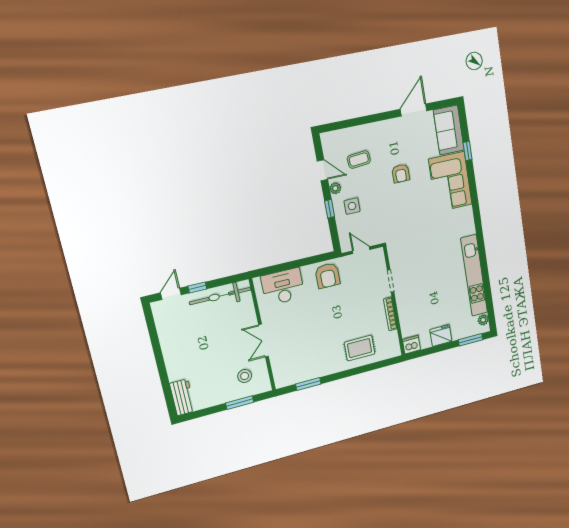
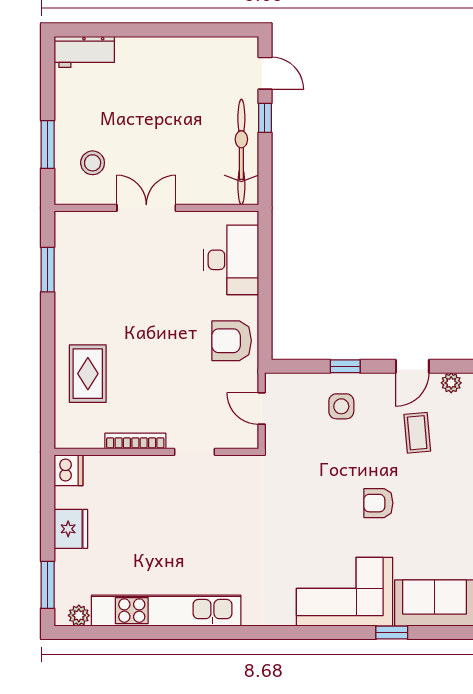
plant: (335, 188) -> (451, 383), moved
door: (361, 250) -> (262, 409), swing flipped

